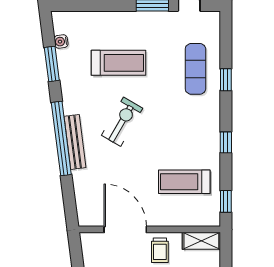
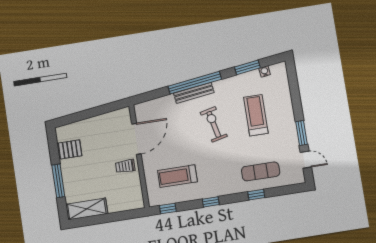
treadmill: (119, 63) -> (256, 115), turned 180
exercise bike: (122, 122) -> (214, 124), turned -133
treadmill: (184, 182) -> (177, 176), turned -90
shelving: (201, 241) -> (137, 195), removed

